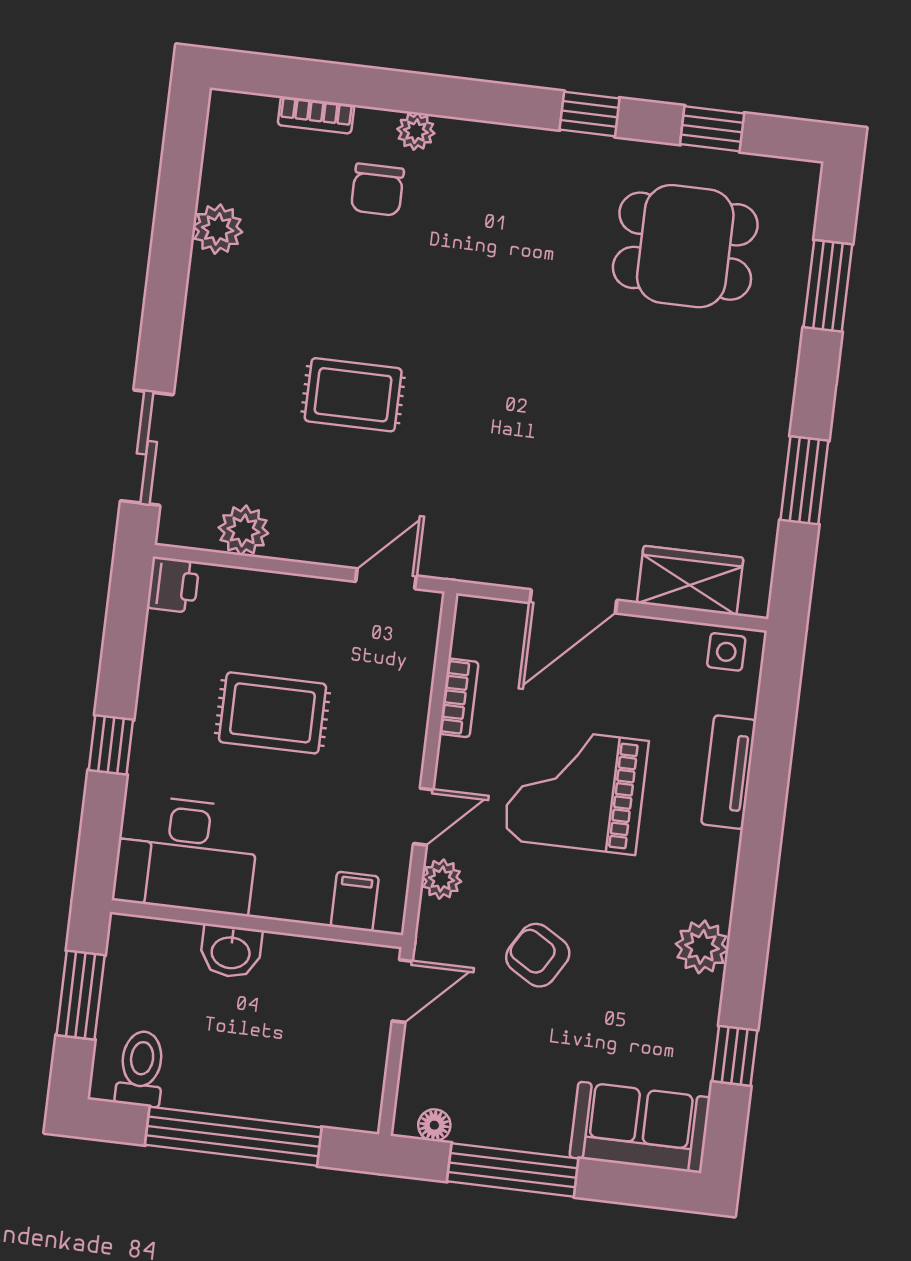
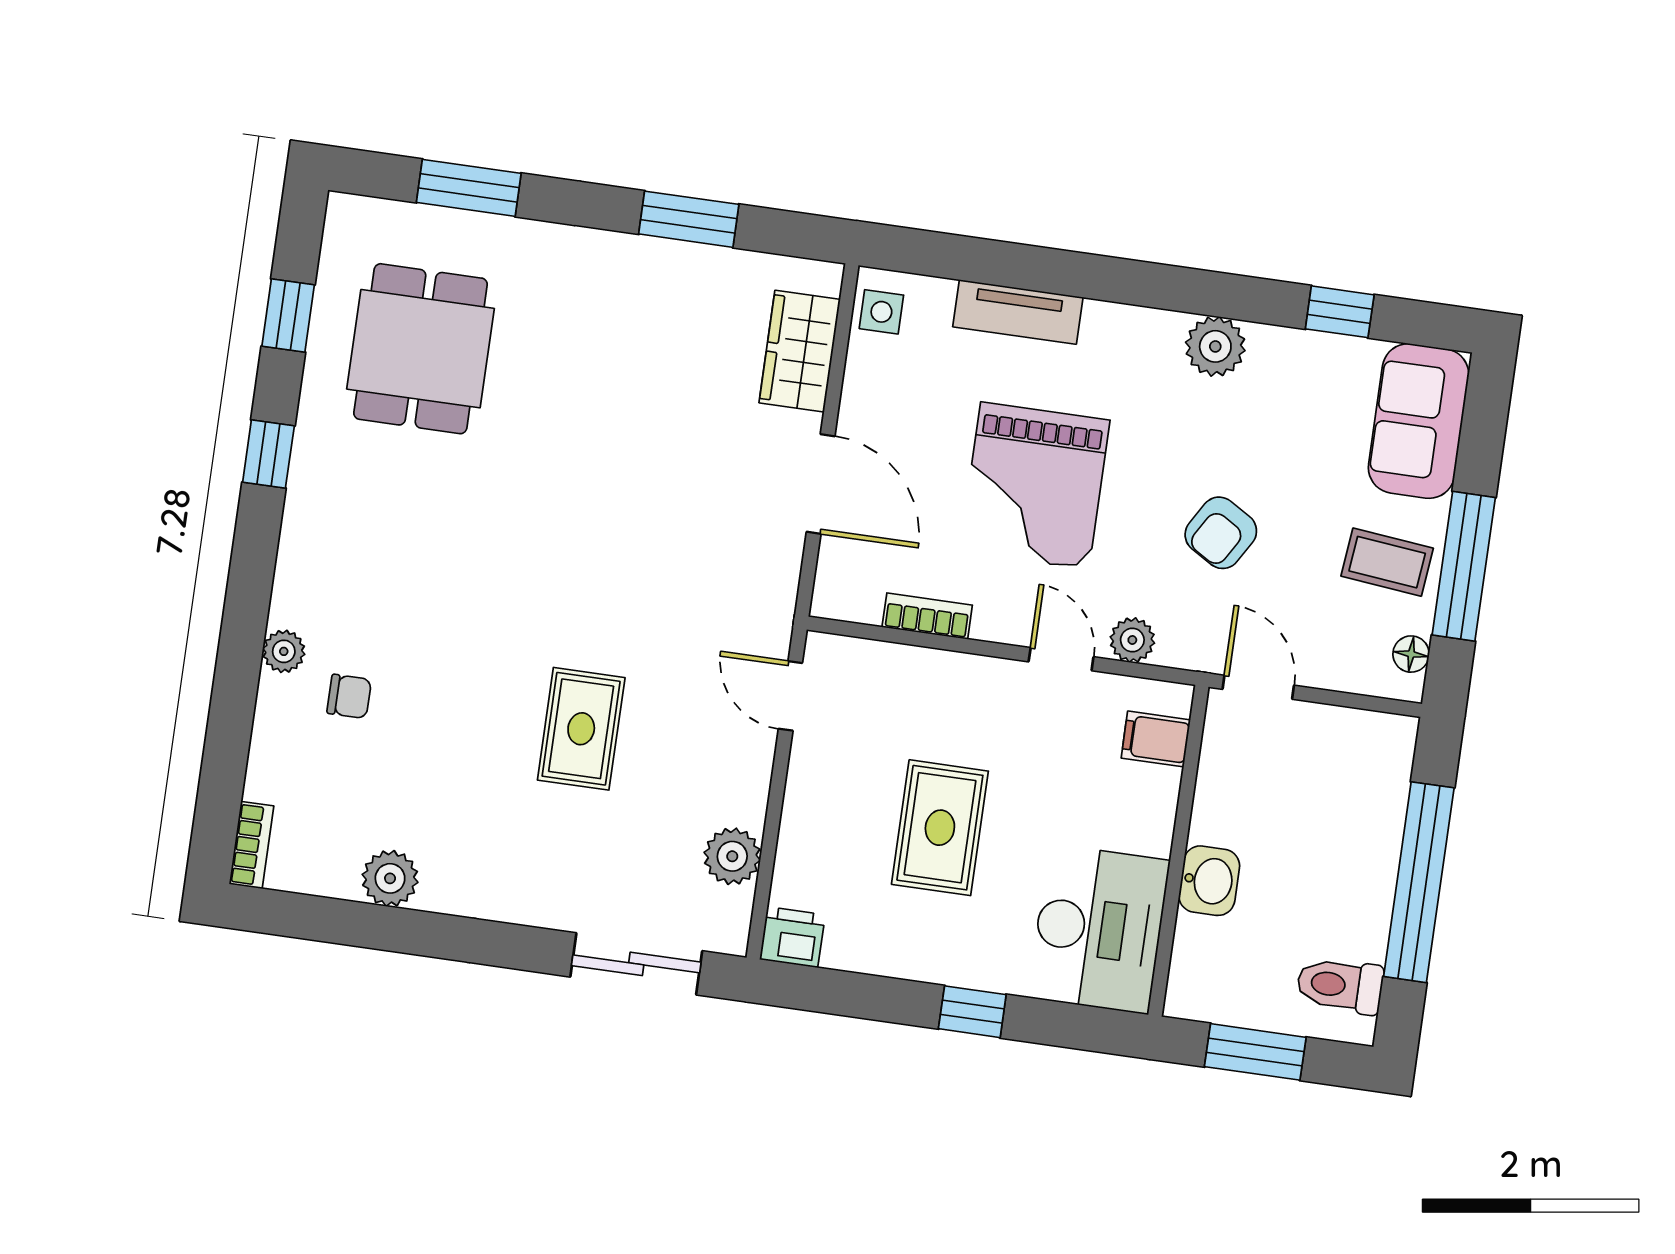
bookcase: (316, 115) -> (252, 845), moved
chair: (377, 190) -> (349, 696), width x0.73, depth x0.73
coffee table: (515, 1102) -> (1387, 562), added

